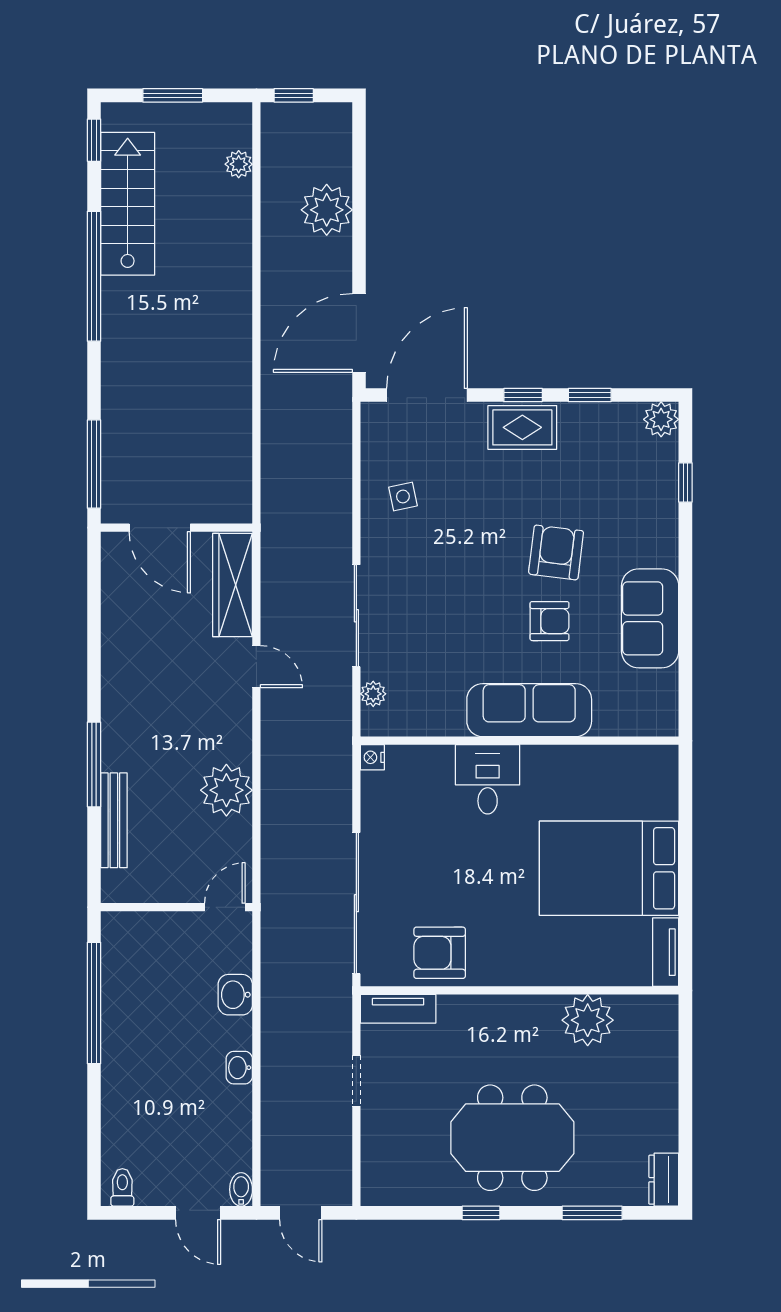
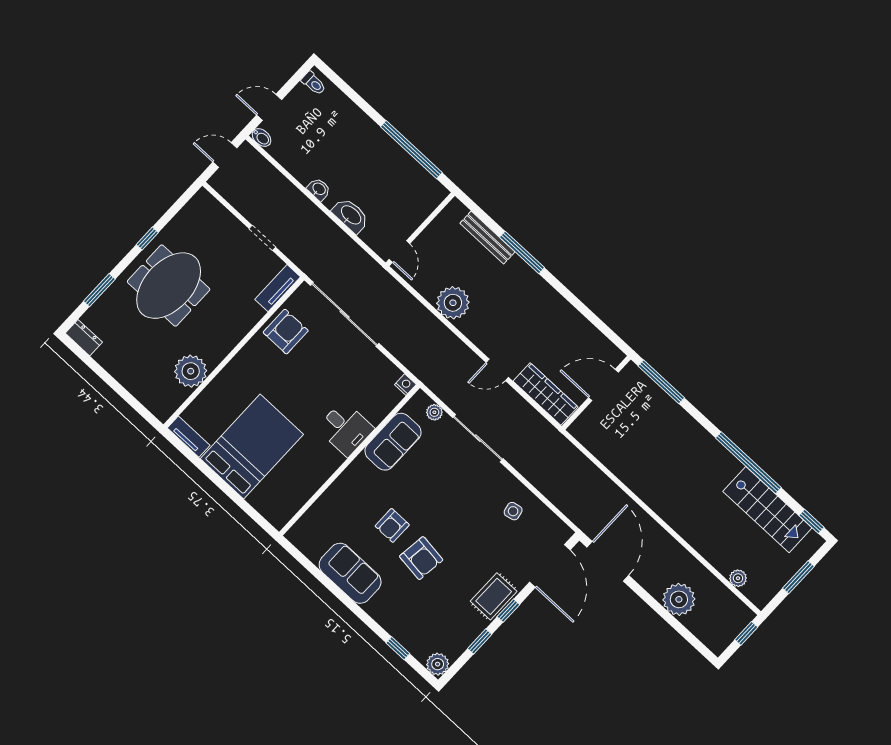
sofa: (529, 710) -> (393, 442), moved, width x0.73
washbasin: (235, 995) -> (351, 215), width x1.38

